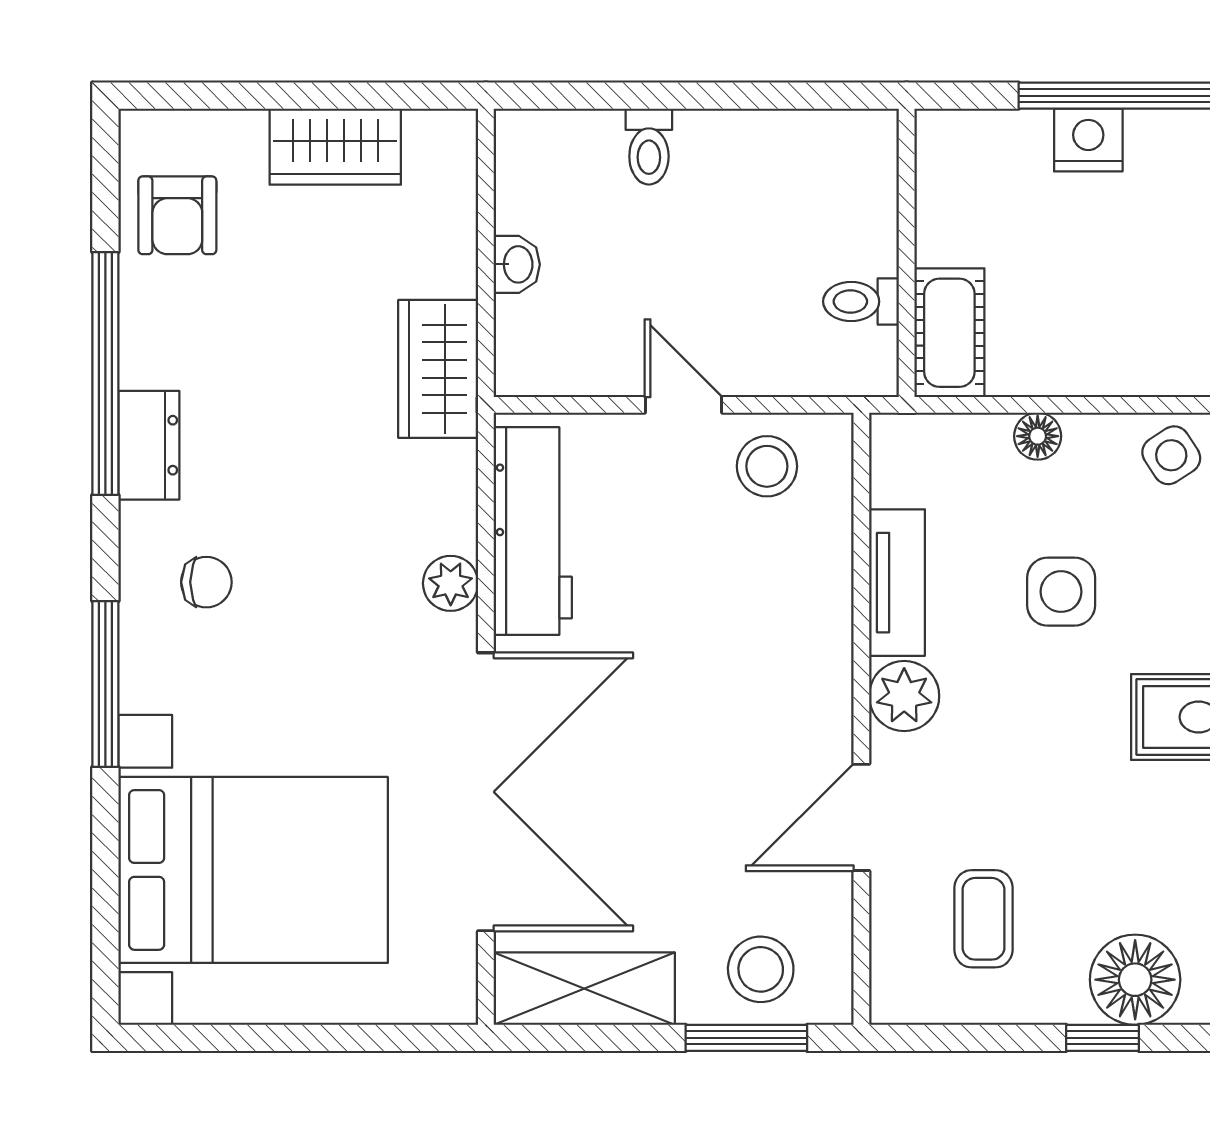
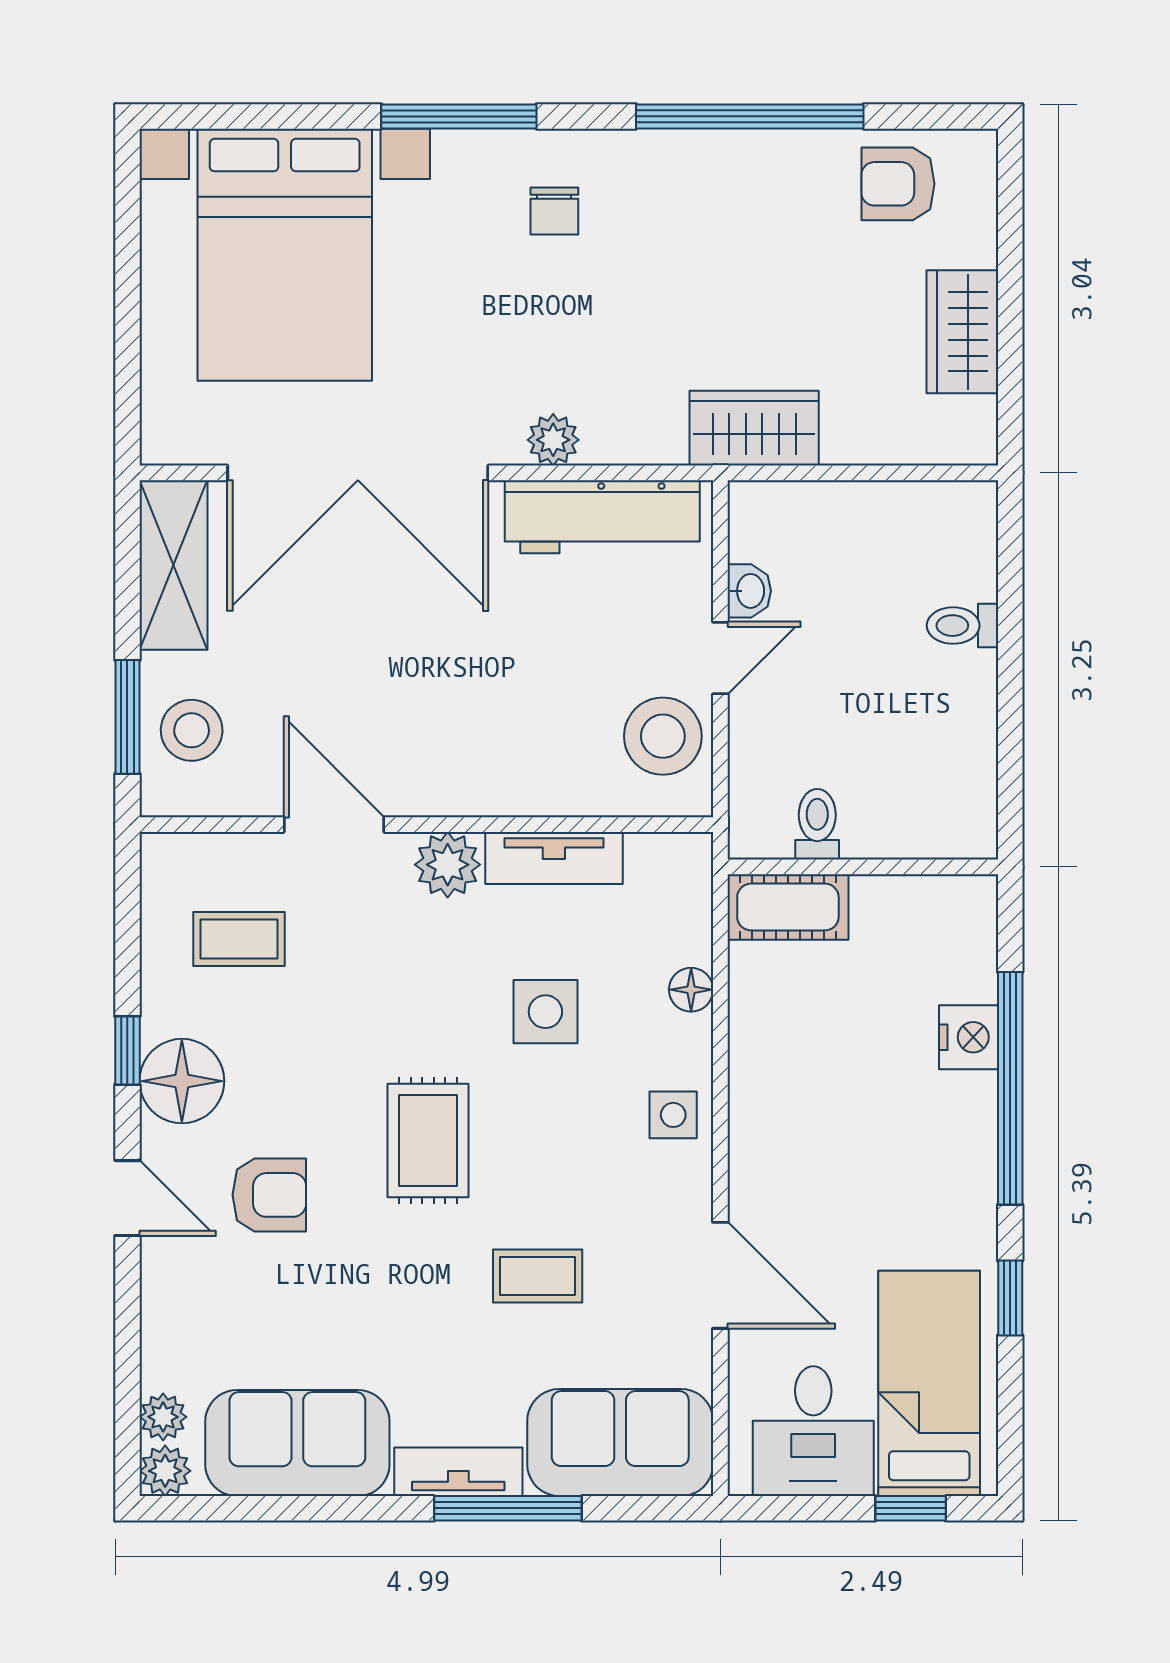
washbasin: (517, 264) -> (749, 591), moved, turned -90
dresser: (149, 445) -> (683, 157), removed
side table: (1171, 455) -> (673, 1115), turned 33
stool: (767, 466) -> (663, 736), width x1.38, depth x1.38

